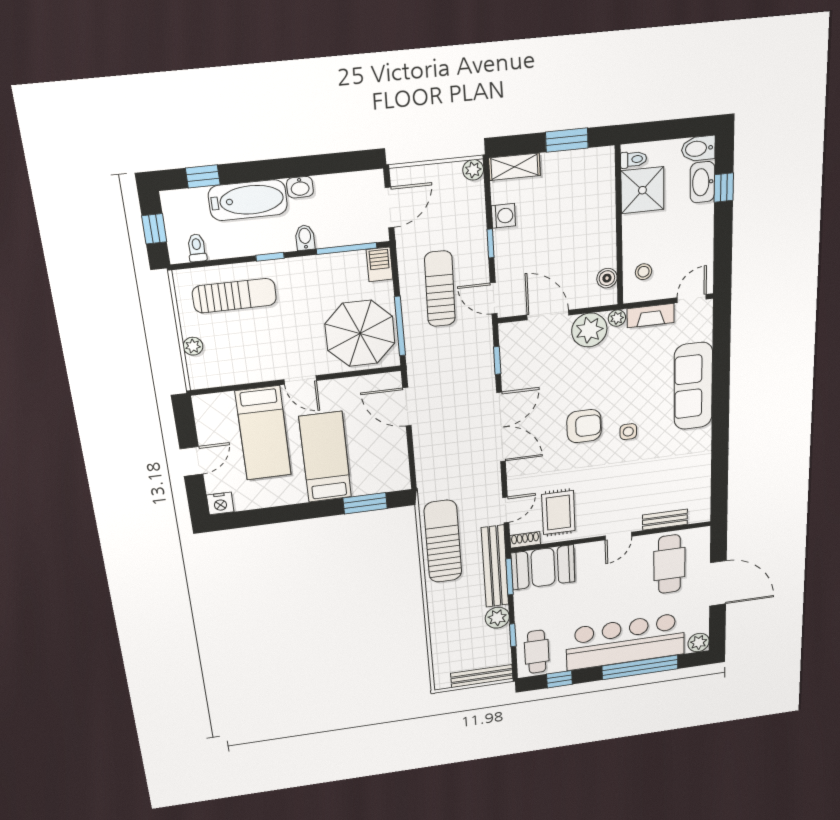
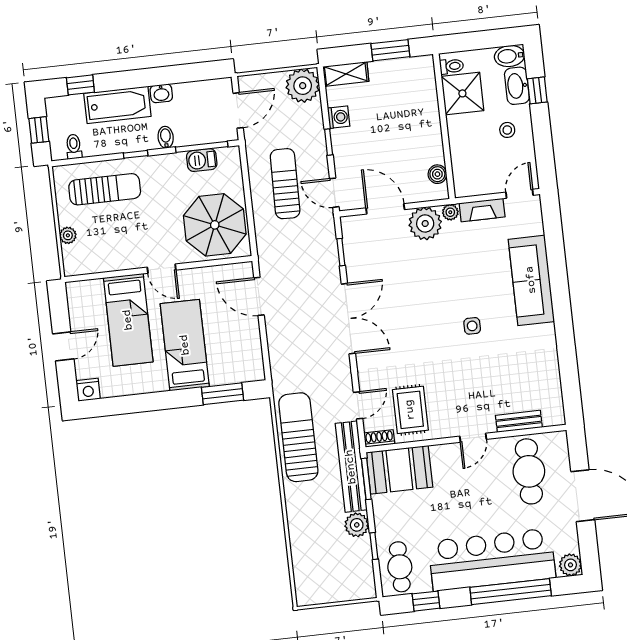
plant: (473, 170) -> (303, 86), width x1.88, depth x1.88
barbecue: (380, 264) -> (202, 160), moved, turned -90
stool: (643, 272) -> (507, 130), moved
window: (400, 326) -> (250, 218), removed
armchair: (584, 426) -> (428, 319), removed
bench: (482, 676) -> (345, 593), removed

